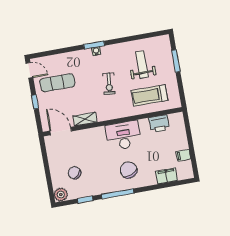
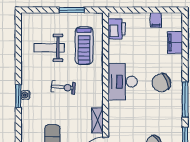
window: (176, 61) -> (72, 10), moved
printer: (159, 124) -> (117, 29), moved

